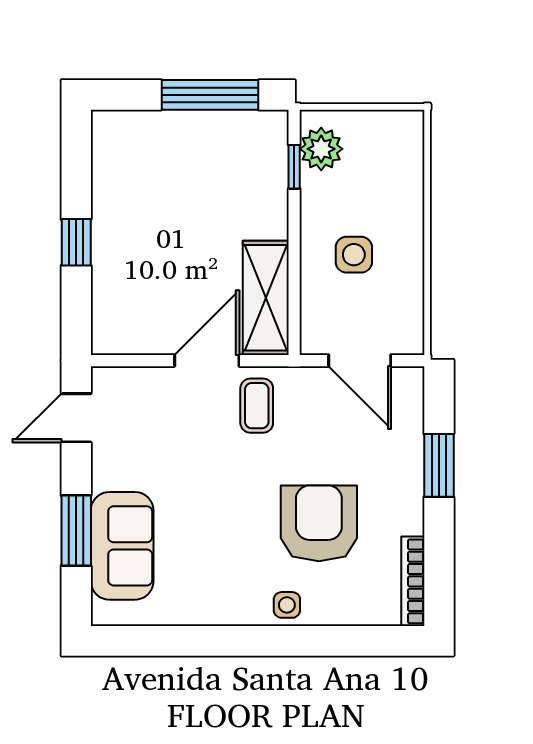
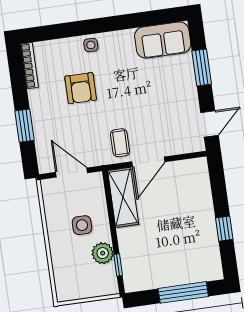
window: (210, 95) -> (183, 292), moved
plant: (321, 149) -> (103, 253), moved
window: (76, 242) -> (224, 229), moved
armchair: (319, 523) -> (81, 88), width x0.73, depth x0.73
sofa: (122, 546) -> (163, 40), moved, turned -90

